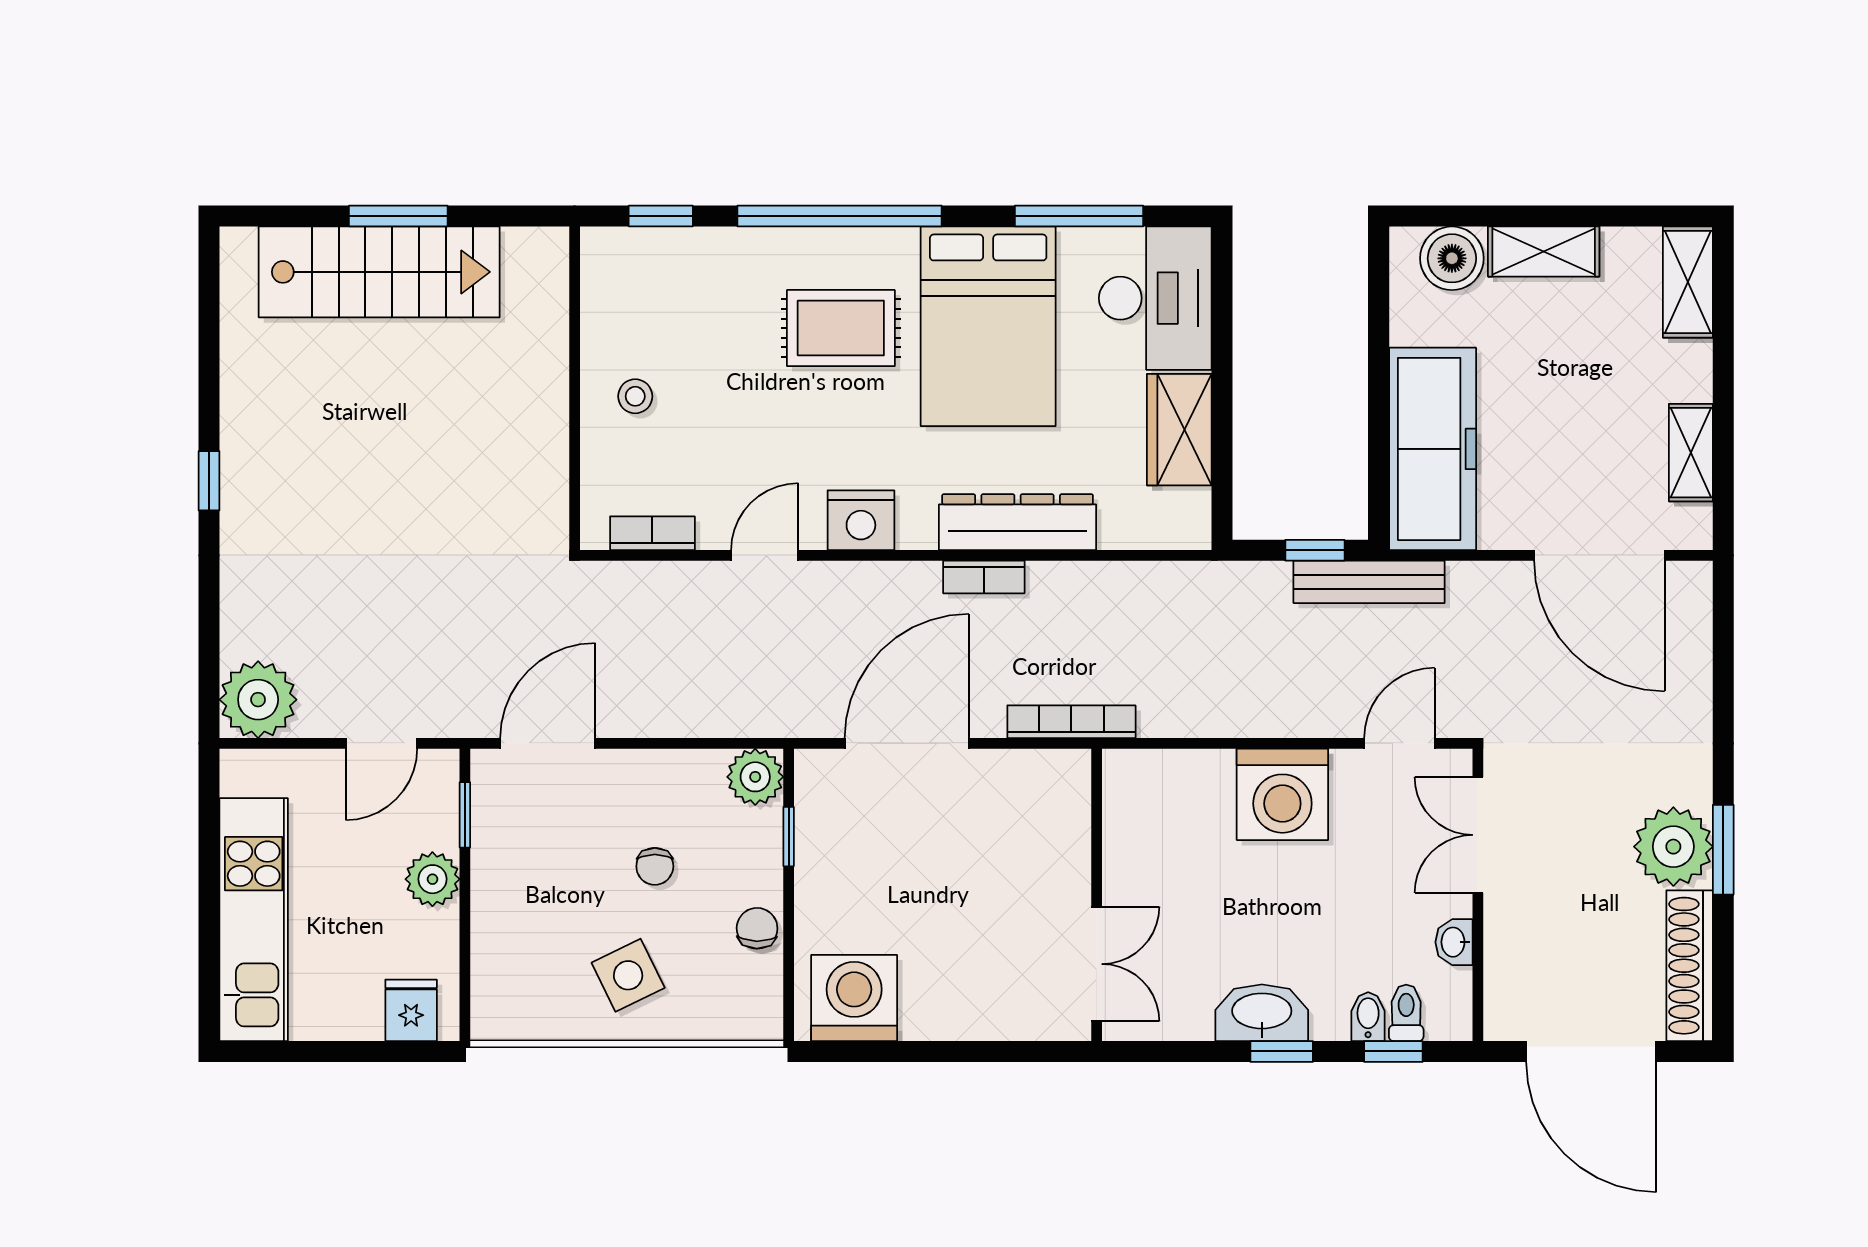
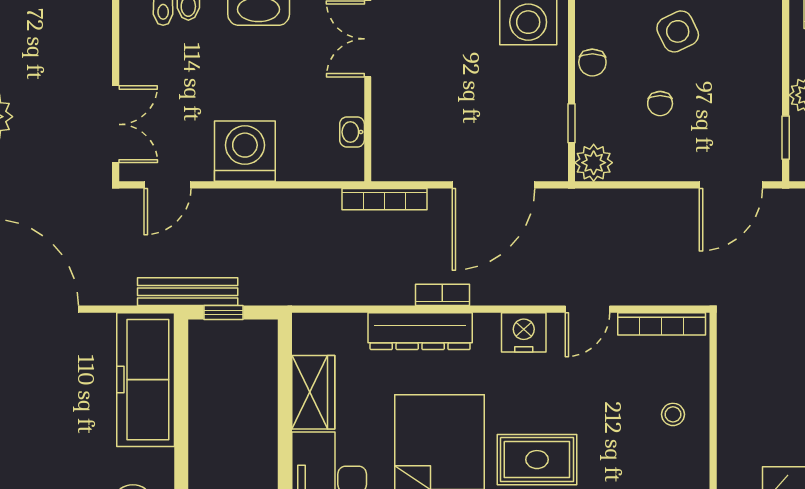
bookcase: (652, 533) -> (662, 324), width x1.56
chair: (655, 866) -> (660, 104), turned 180
washbasin: (1454, 942) -> (352, 132), moved, turned 180

